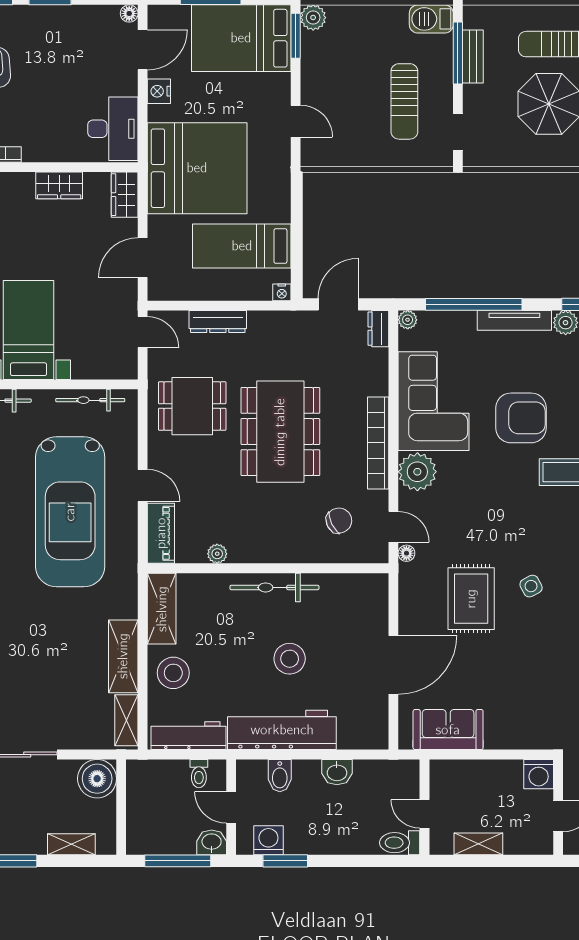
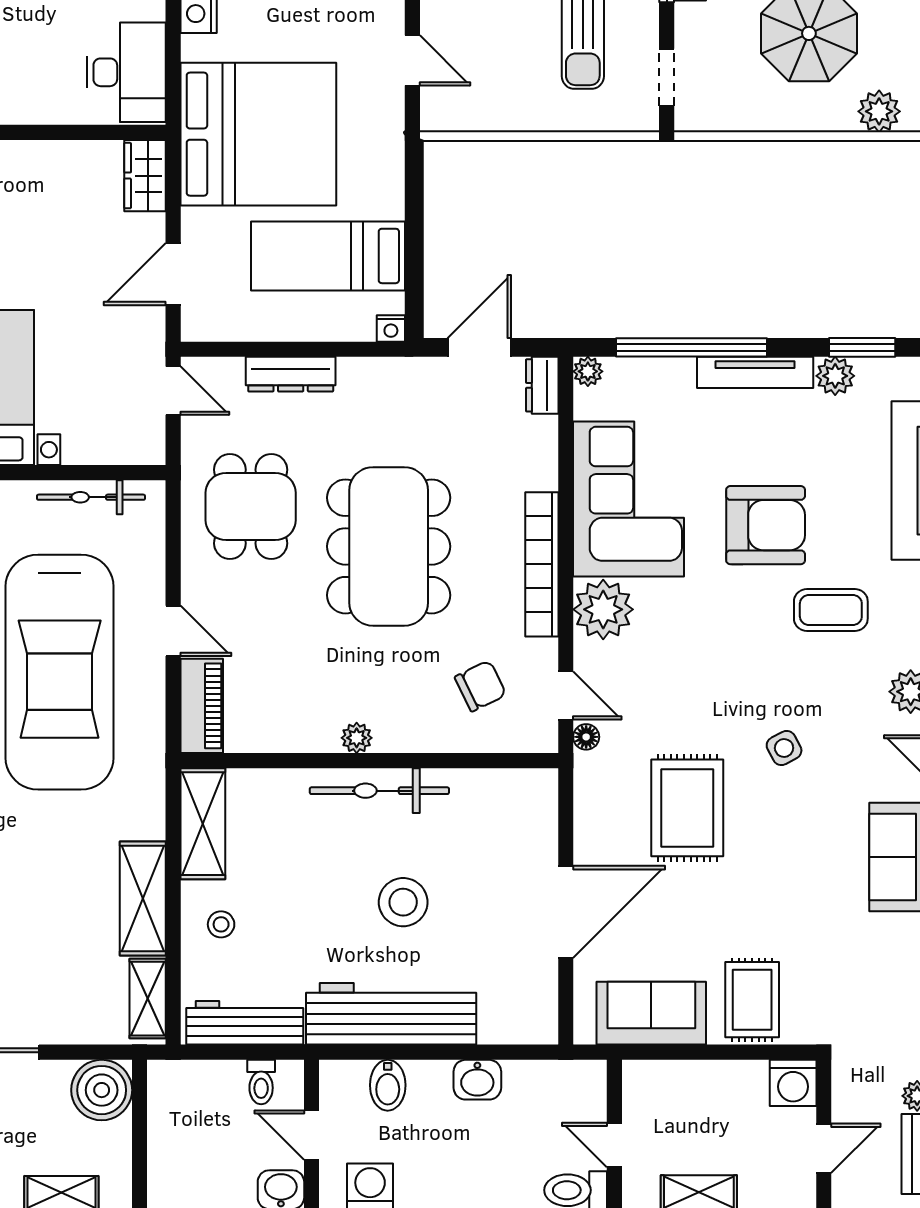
wardrobe: (59, 185) -> (42, 161), removed
dining table: (192, 406) -> (251, 507), turned 90
plant: (217, 554) -> (357, 738), moved
side table: (531, 586) -> (784, 748), moved
stool: (173, 673) -> (221, 924), width x0.53, depth x0.53
rug: (512, 721) -> (752, 1000), added

